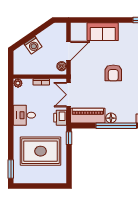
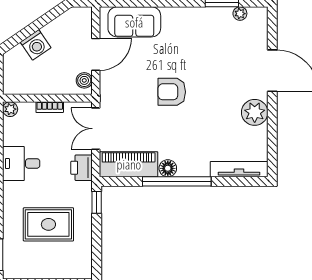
sofa: (103, 32) -> (134, 22), moved
armchair: (113, 73) -> (172, 92), turned 90
rug: (41, 151) -> (48, 224), width x0.73, depth x0.69

